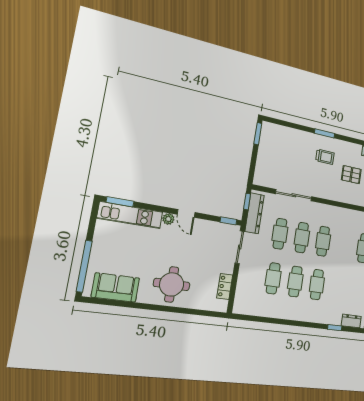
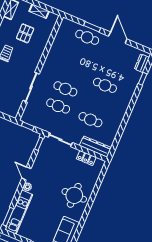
door: (186, 213) -> (26, 173), swing flipped
dresser: (255, 213) -> (95, 147), moved
cafe table: (323, 241) -> (73, 72), removed
cafe table: (295, 281) -> (98, 102), removed

